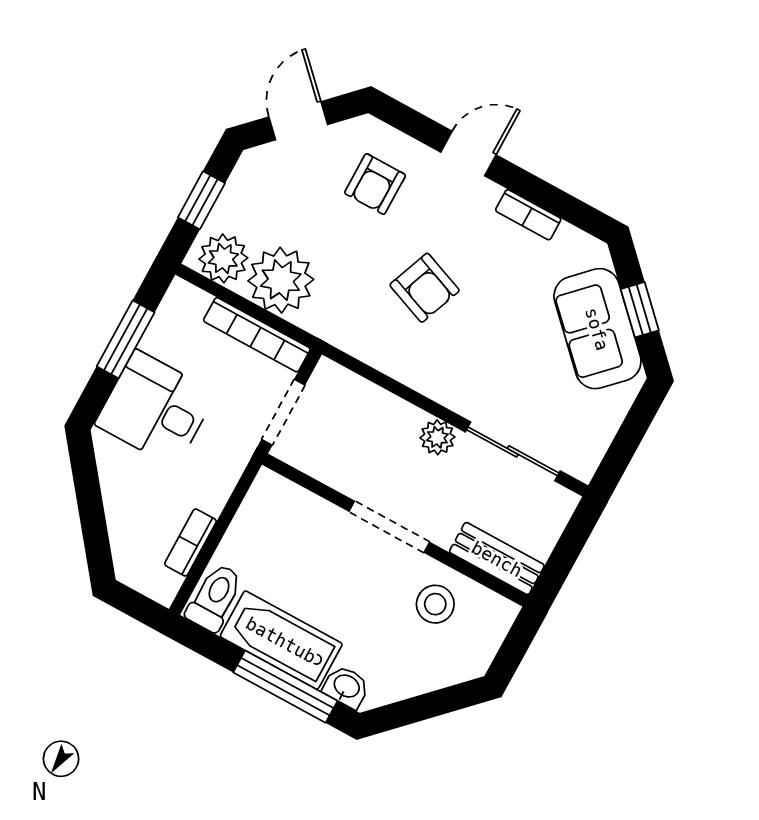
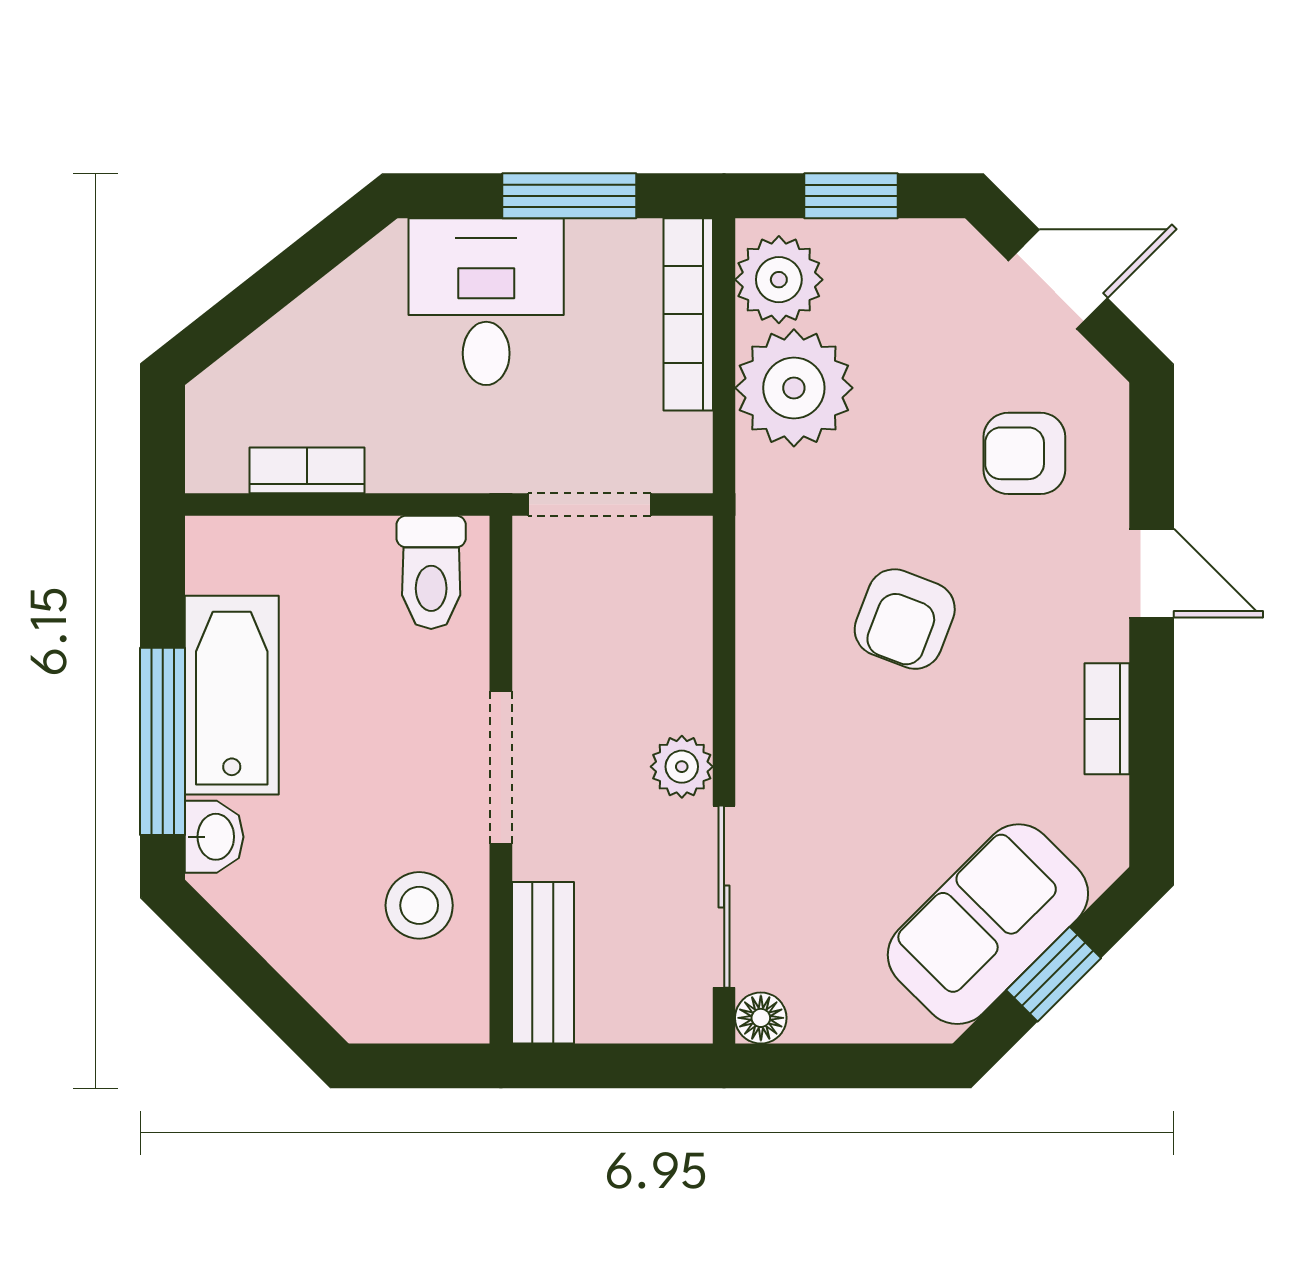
bookcase: (257, 335) -> (688, 314), moved
floor lamp: (583, 466) -> (761, 1018), added
toilet: (215, 598) -> (431, 572), moved, turned 90

